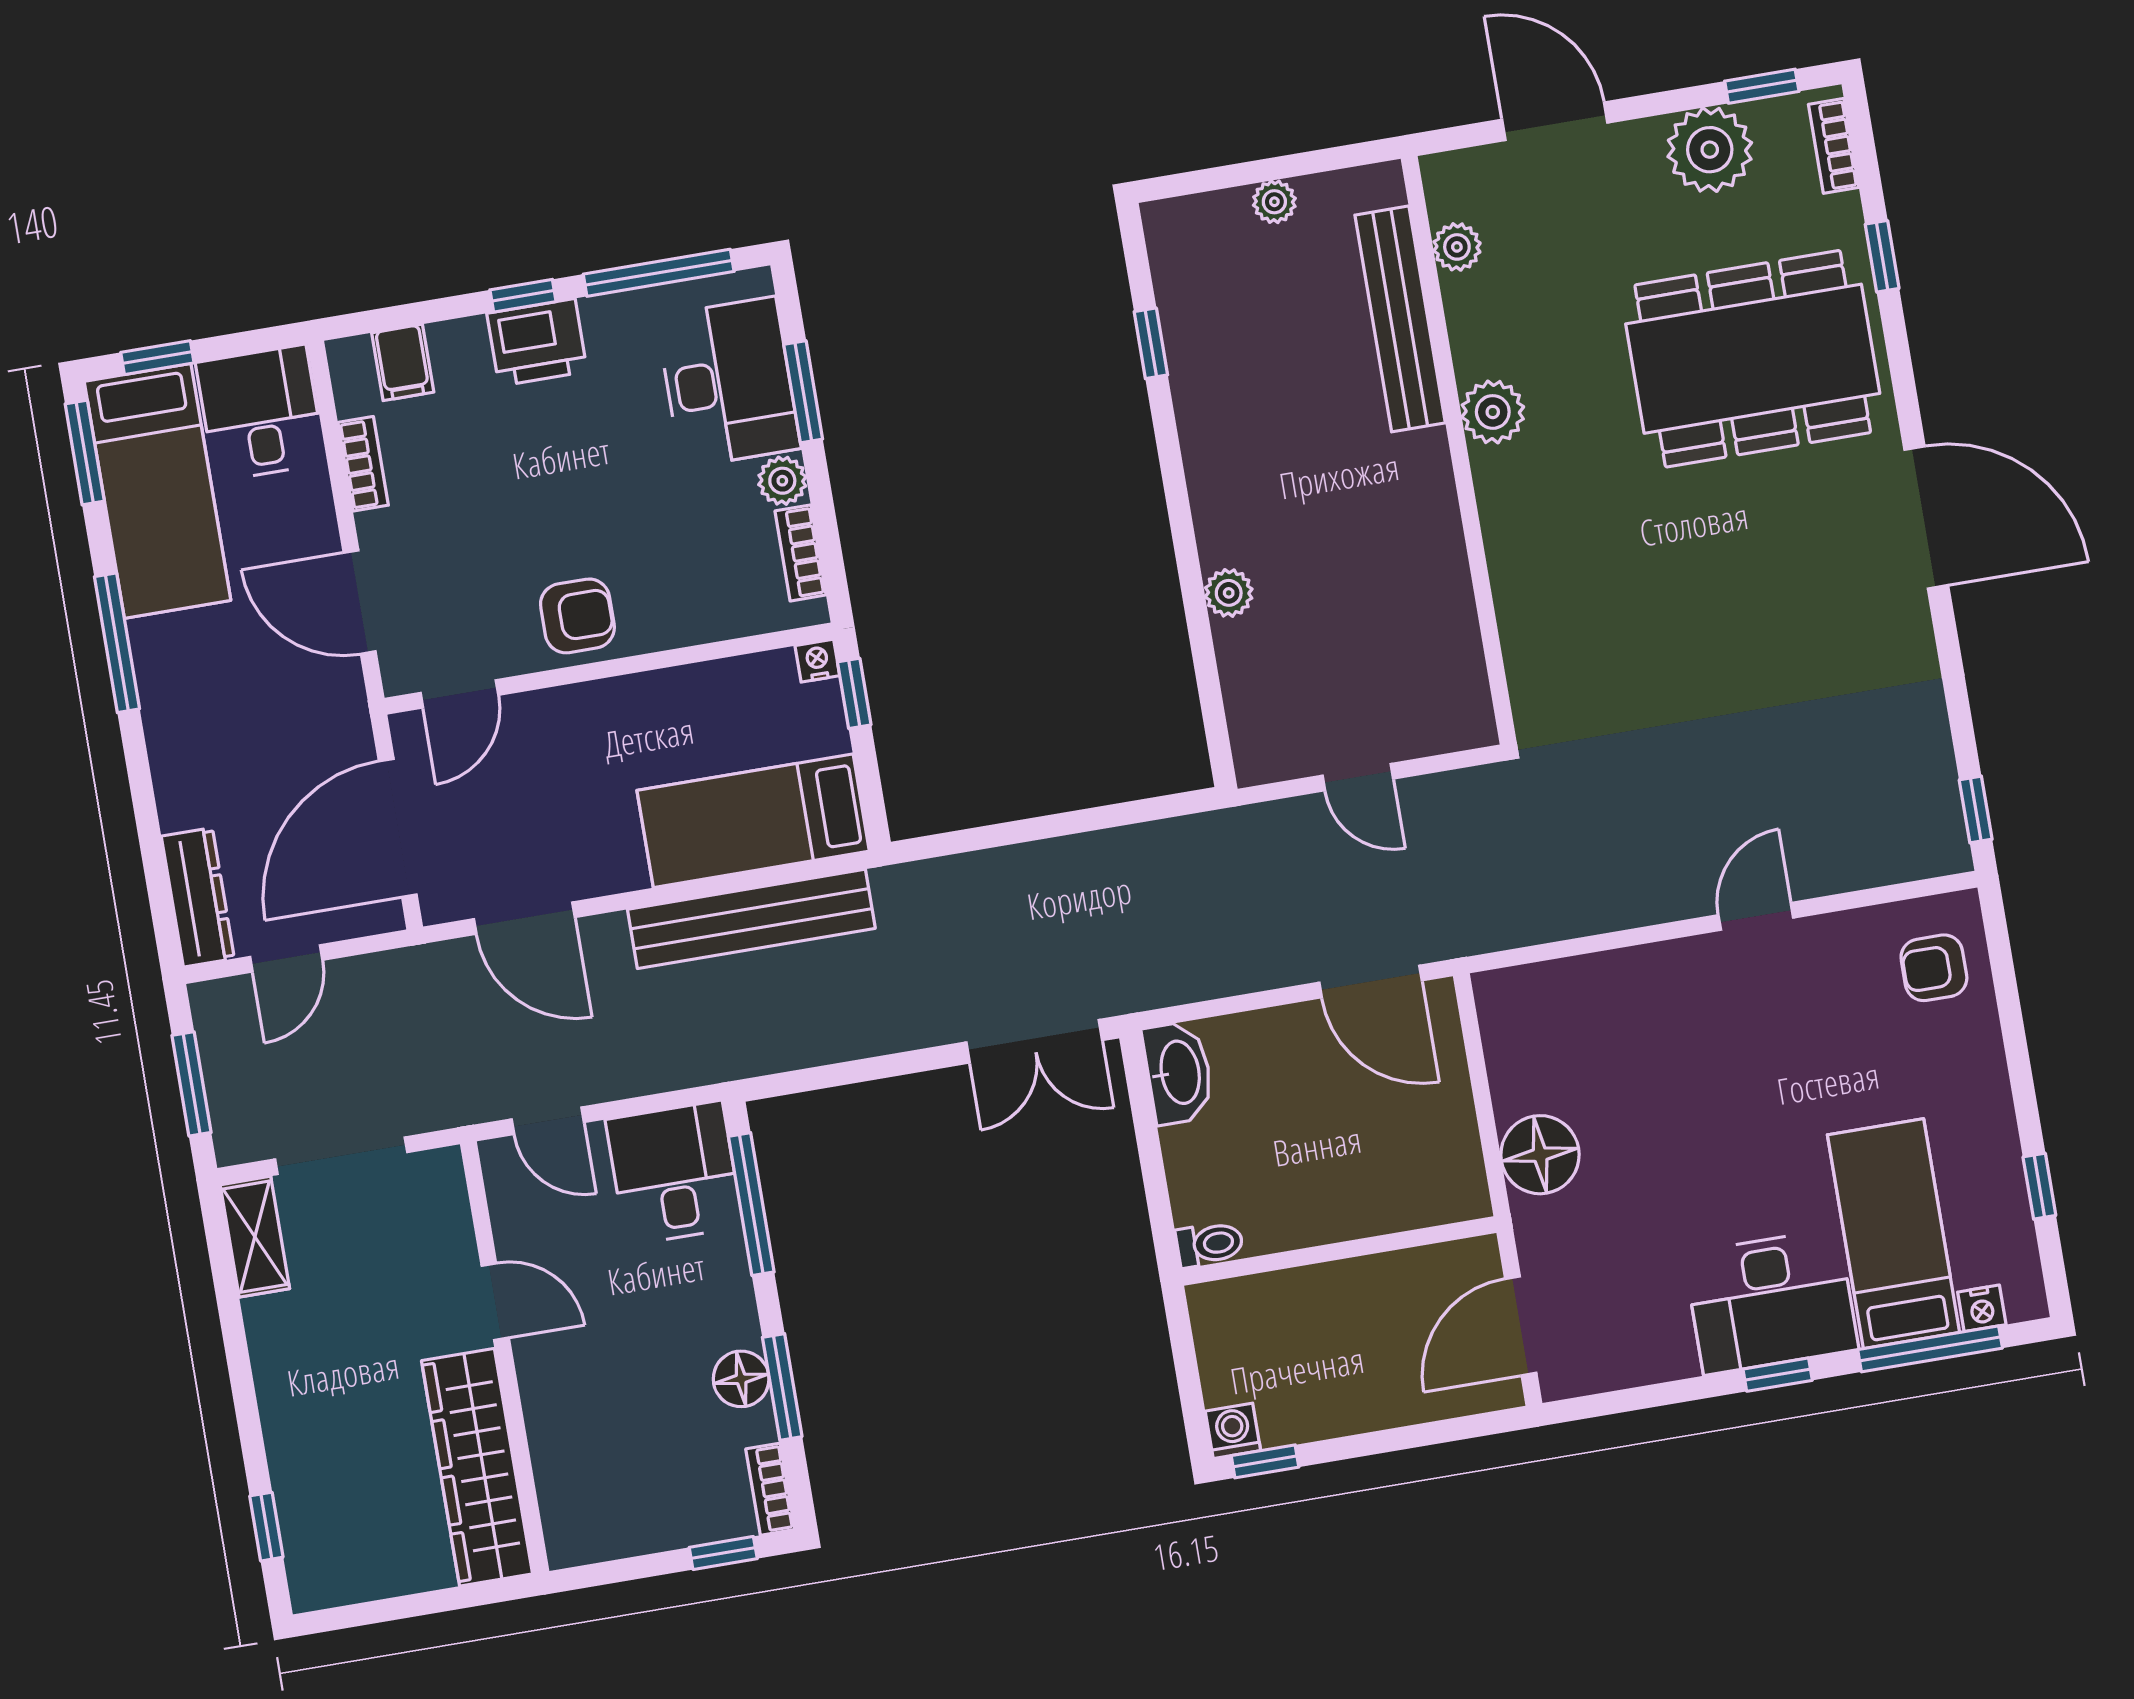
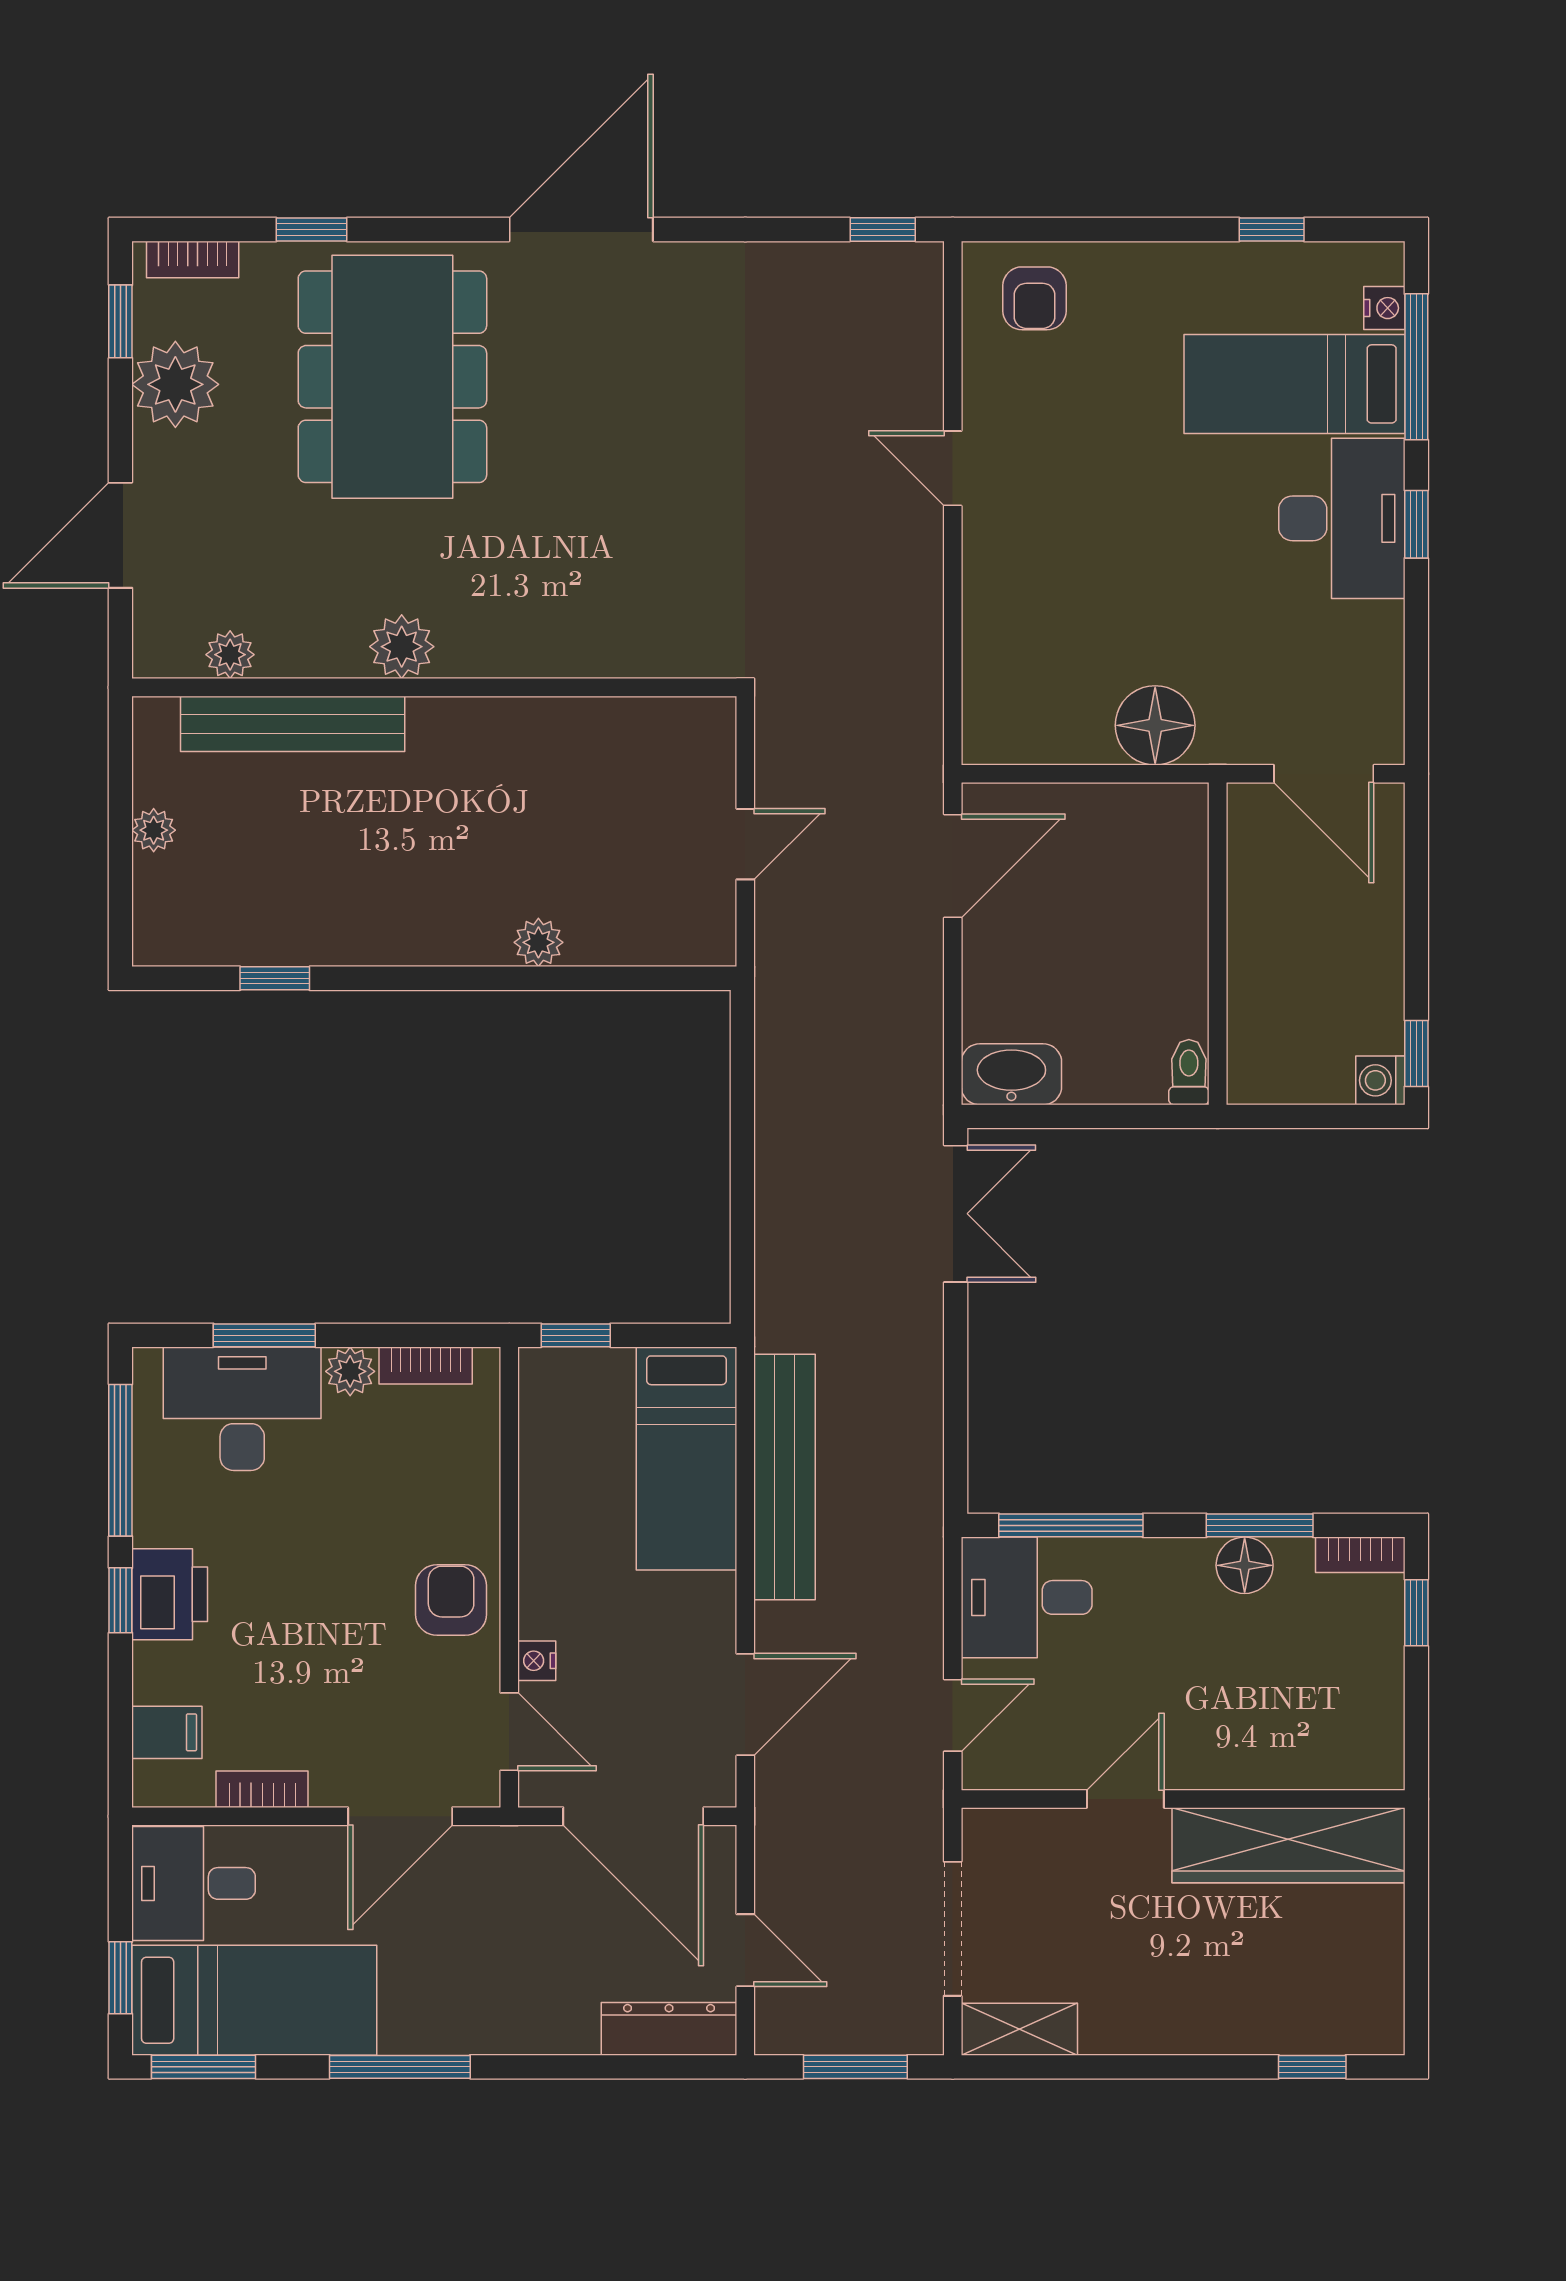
nightstand: (817, 661) -> (537, 1661), moved

